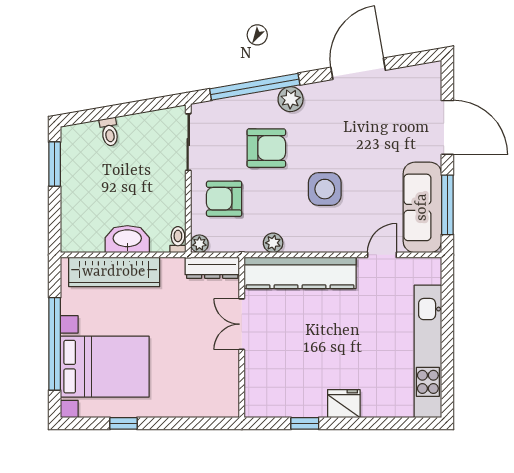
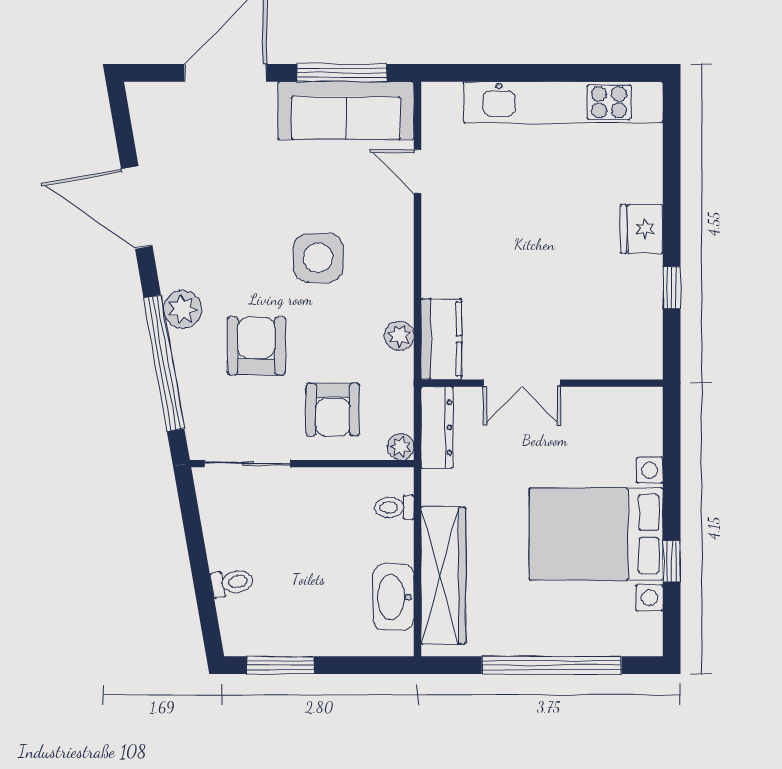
washbasin: (127, 239) -> (394, 597), moved
toilet: (178, 240) -> (394, 507), moved
kitchen counter: (300, 273) -> (441, 339), width x0.48, depth x0.86
bed with nightstands: (105, 367) -> (596, 534), moved, turned -90

